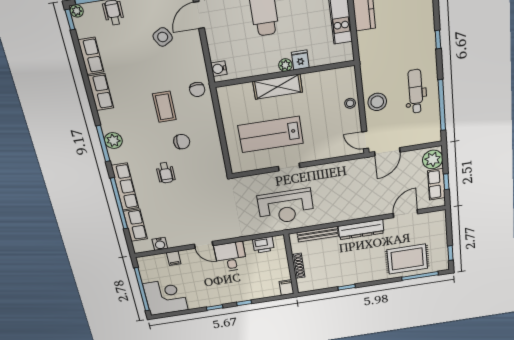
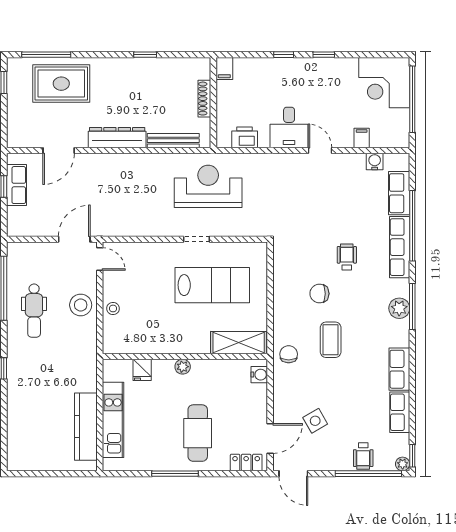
fridge: (300, 60) -> (142, 370), moved
shelving: (278, 87) -> (239, 343), moved
plant: (433, 159) -> (19, 220), removed

